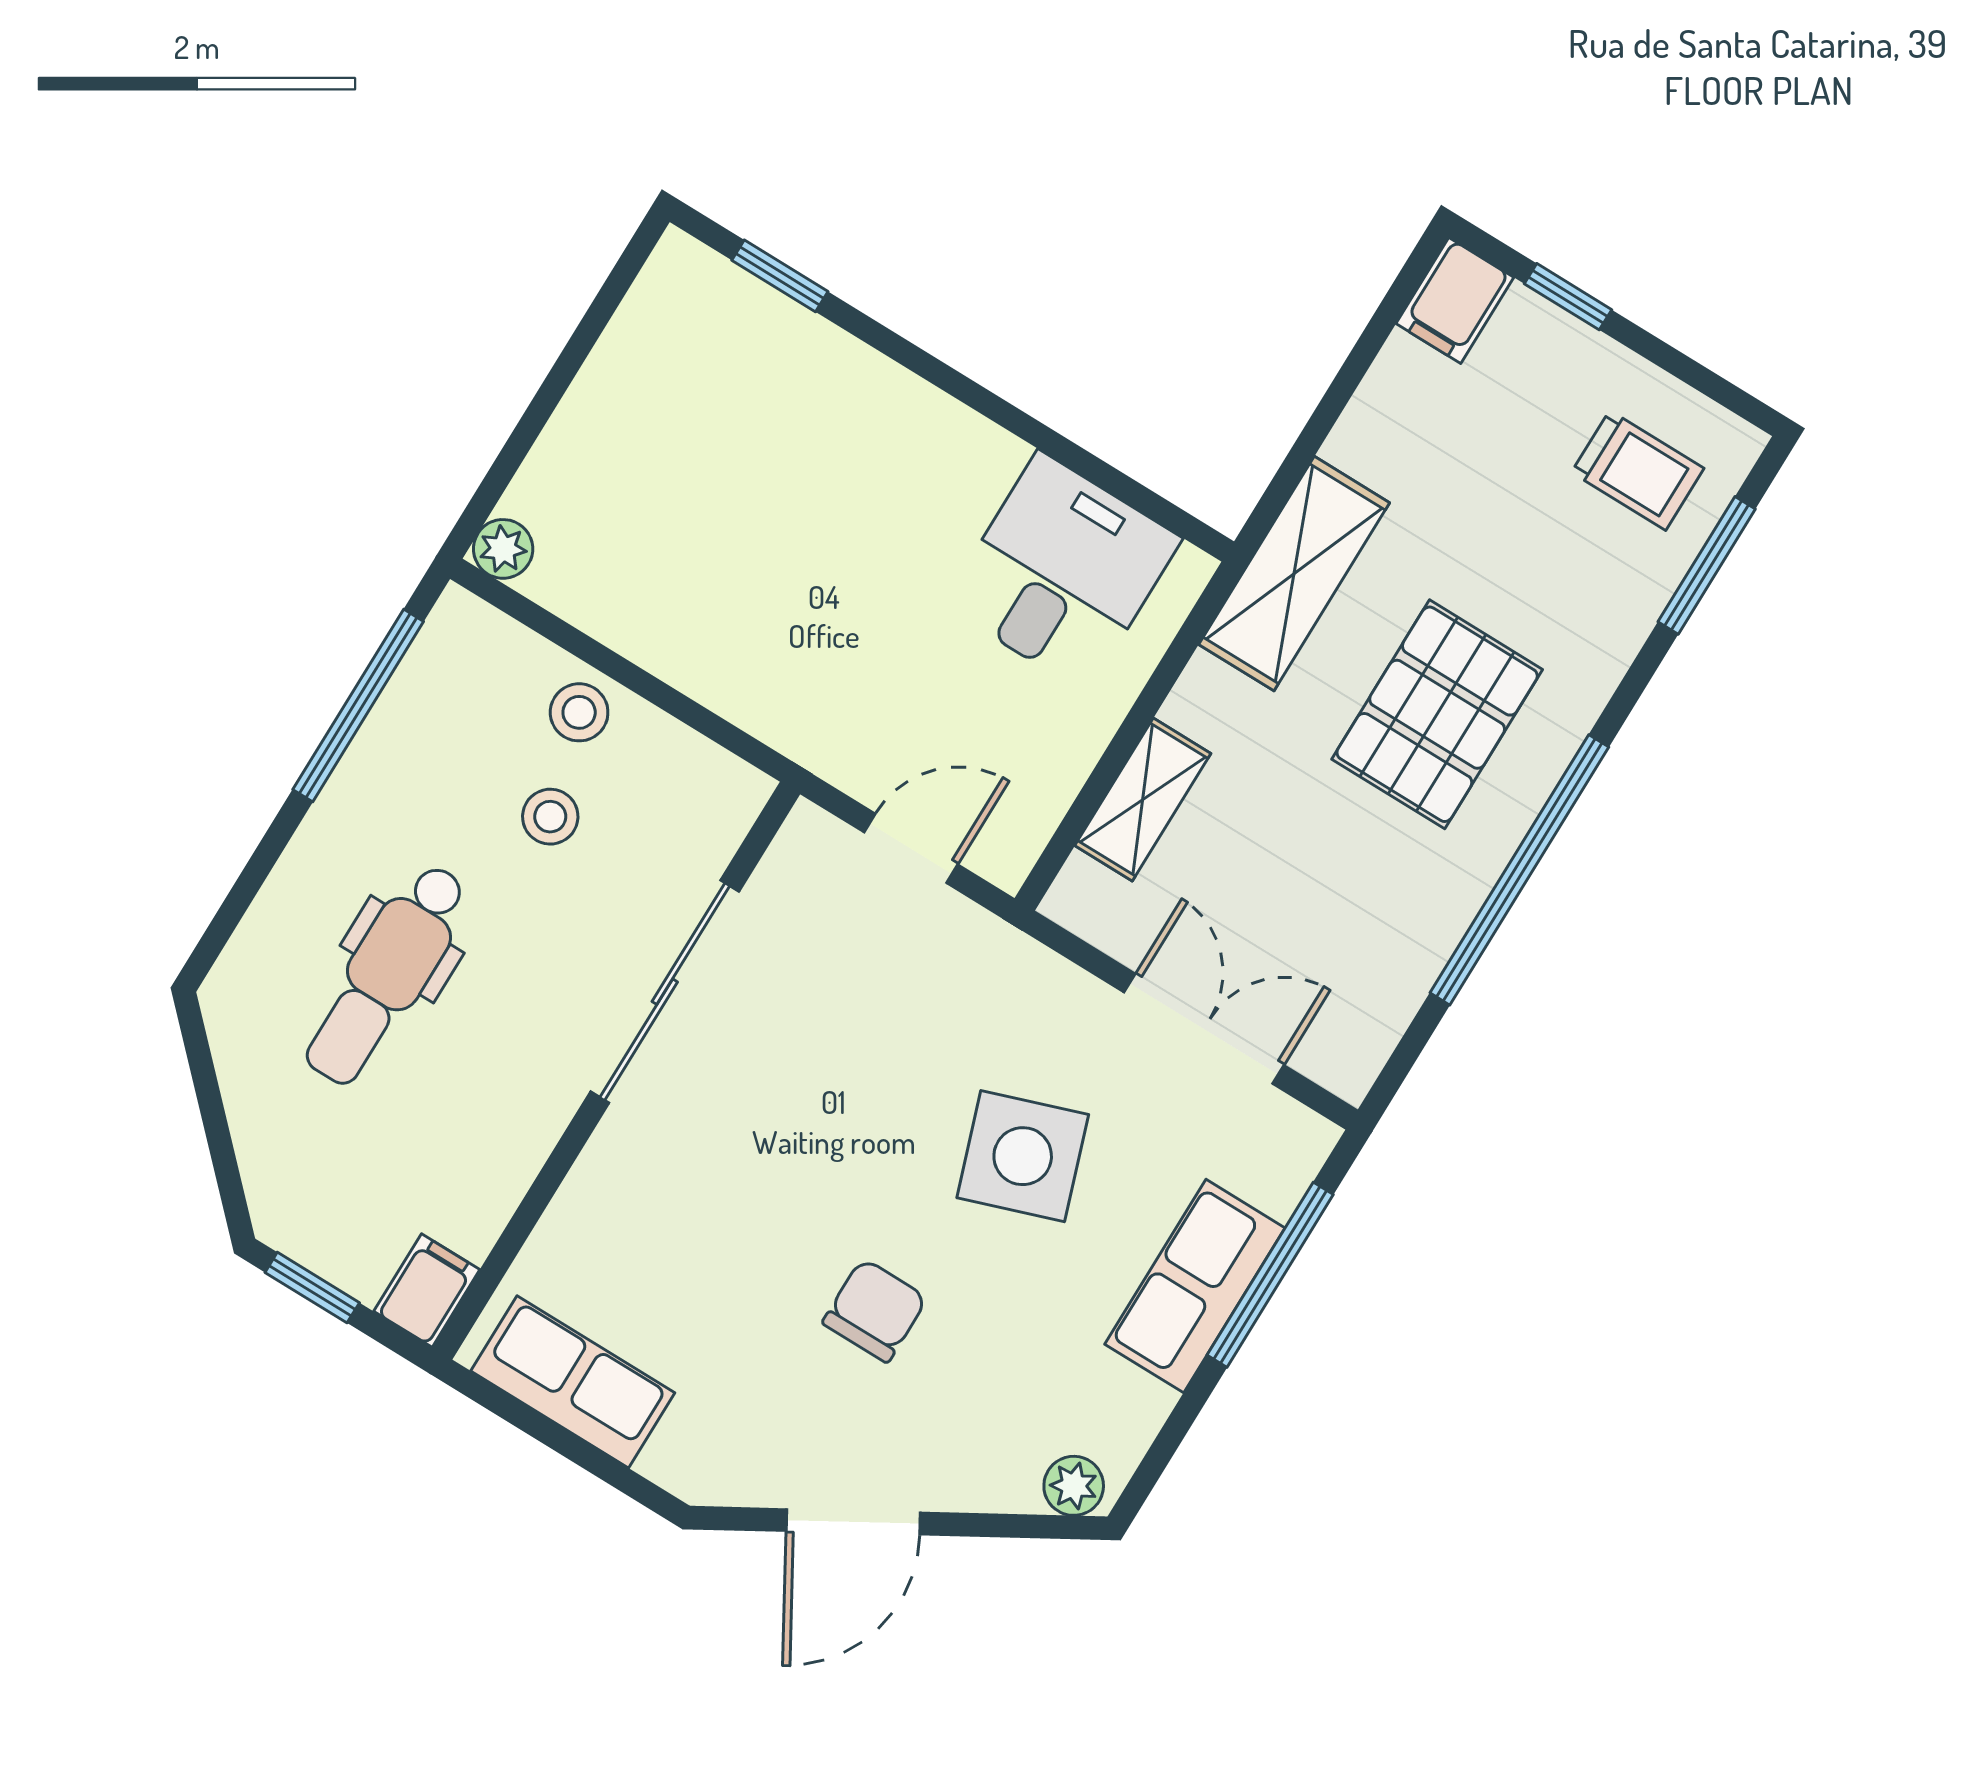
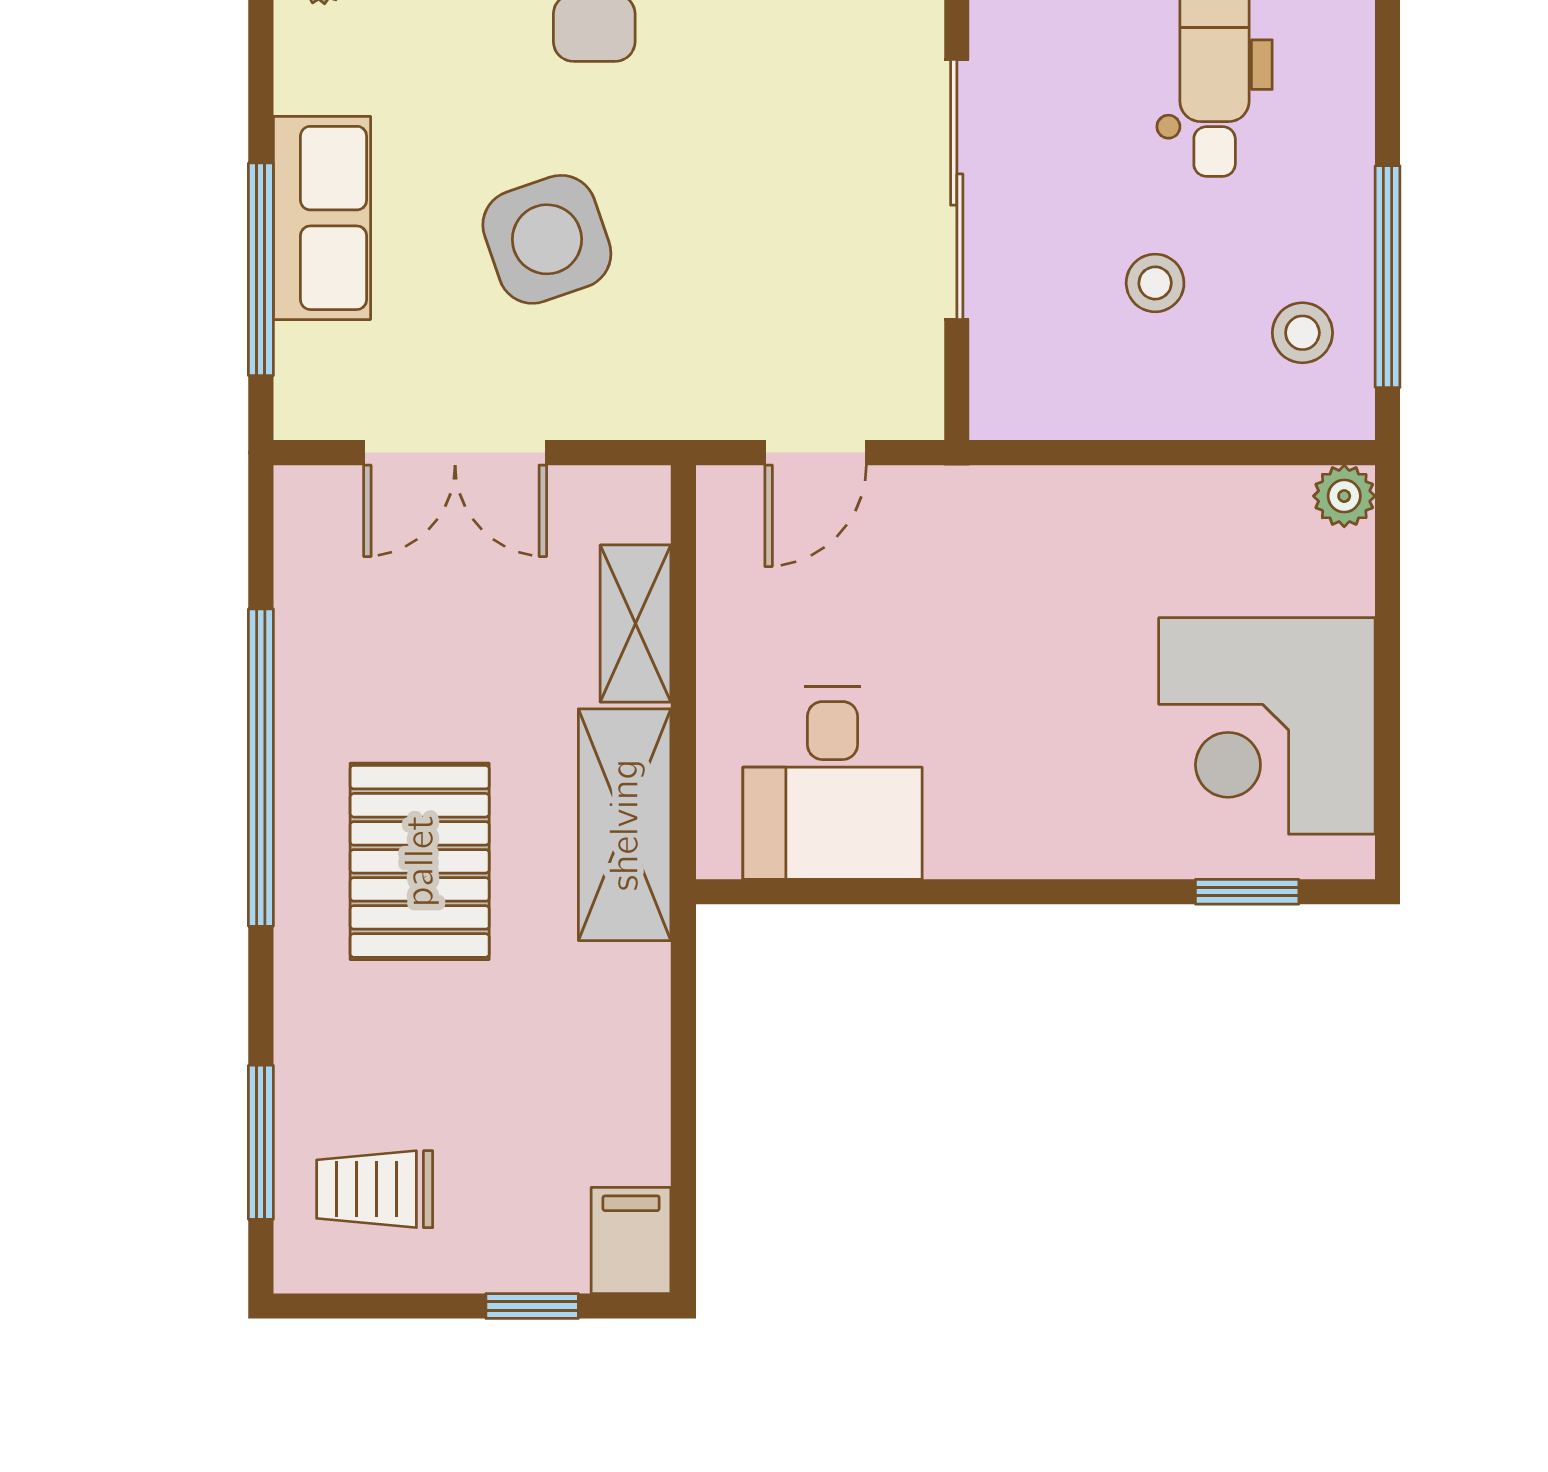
corner desk: (681, 401) -> (1267, 726), added
shelving: (1294, 574) -> (625, 825), moved
stool: (579, 712) -> (1302, 333), moved

